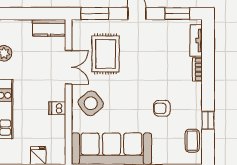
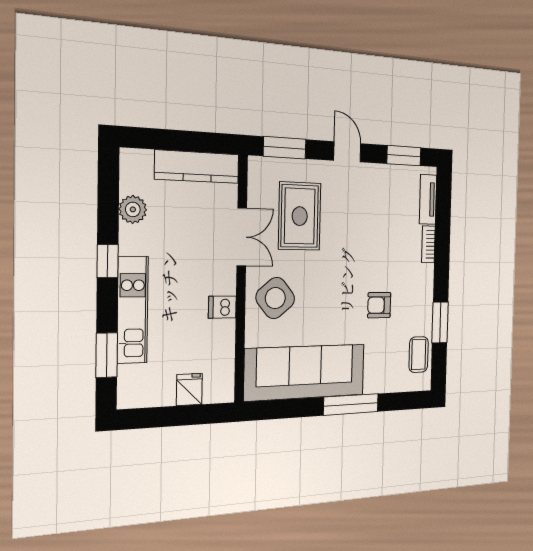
kitchen counter: (49, 28) -> (197, 167), width x1.50
window: (208, 120) -> (440, 322), width x1.50

